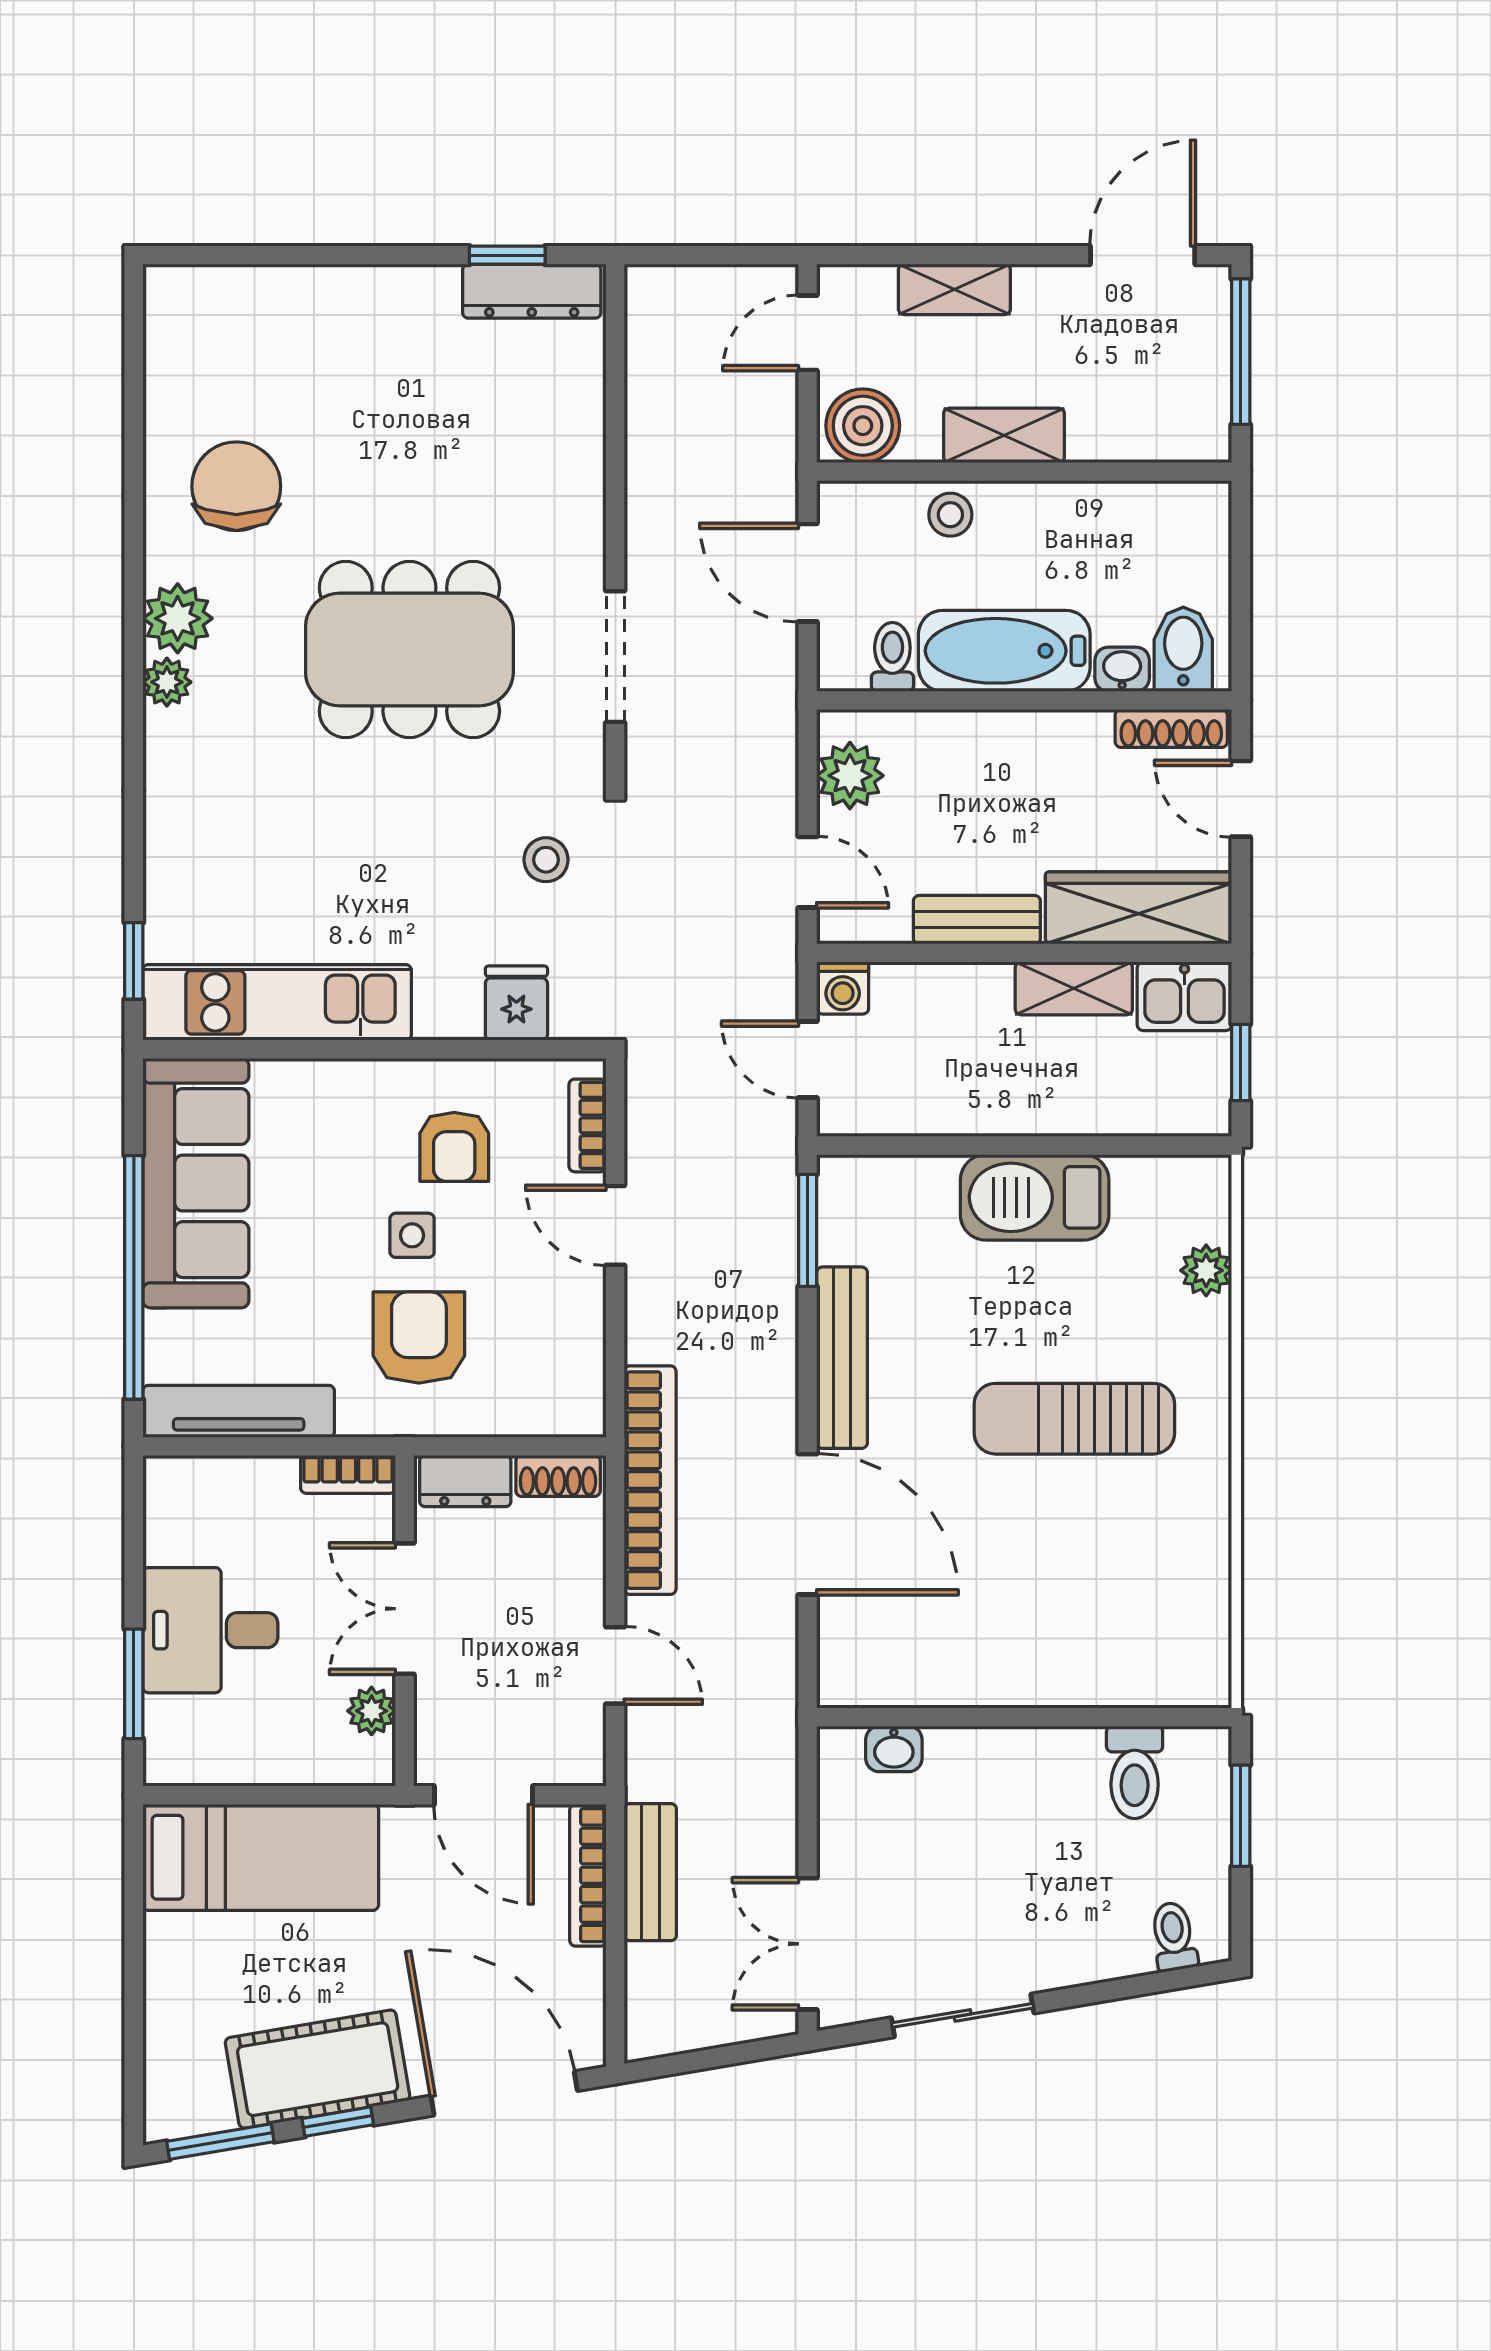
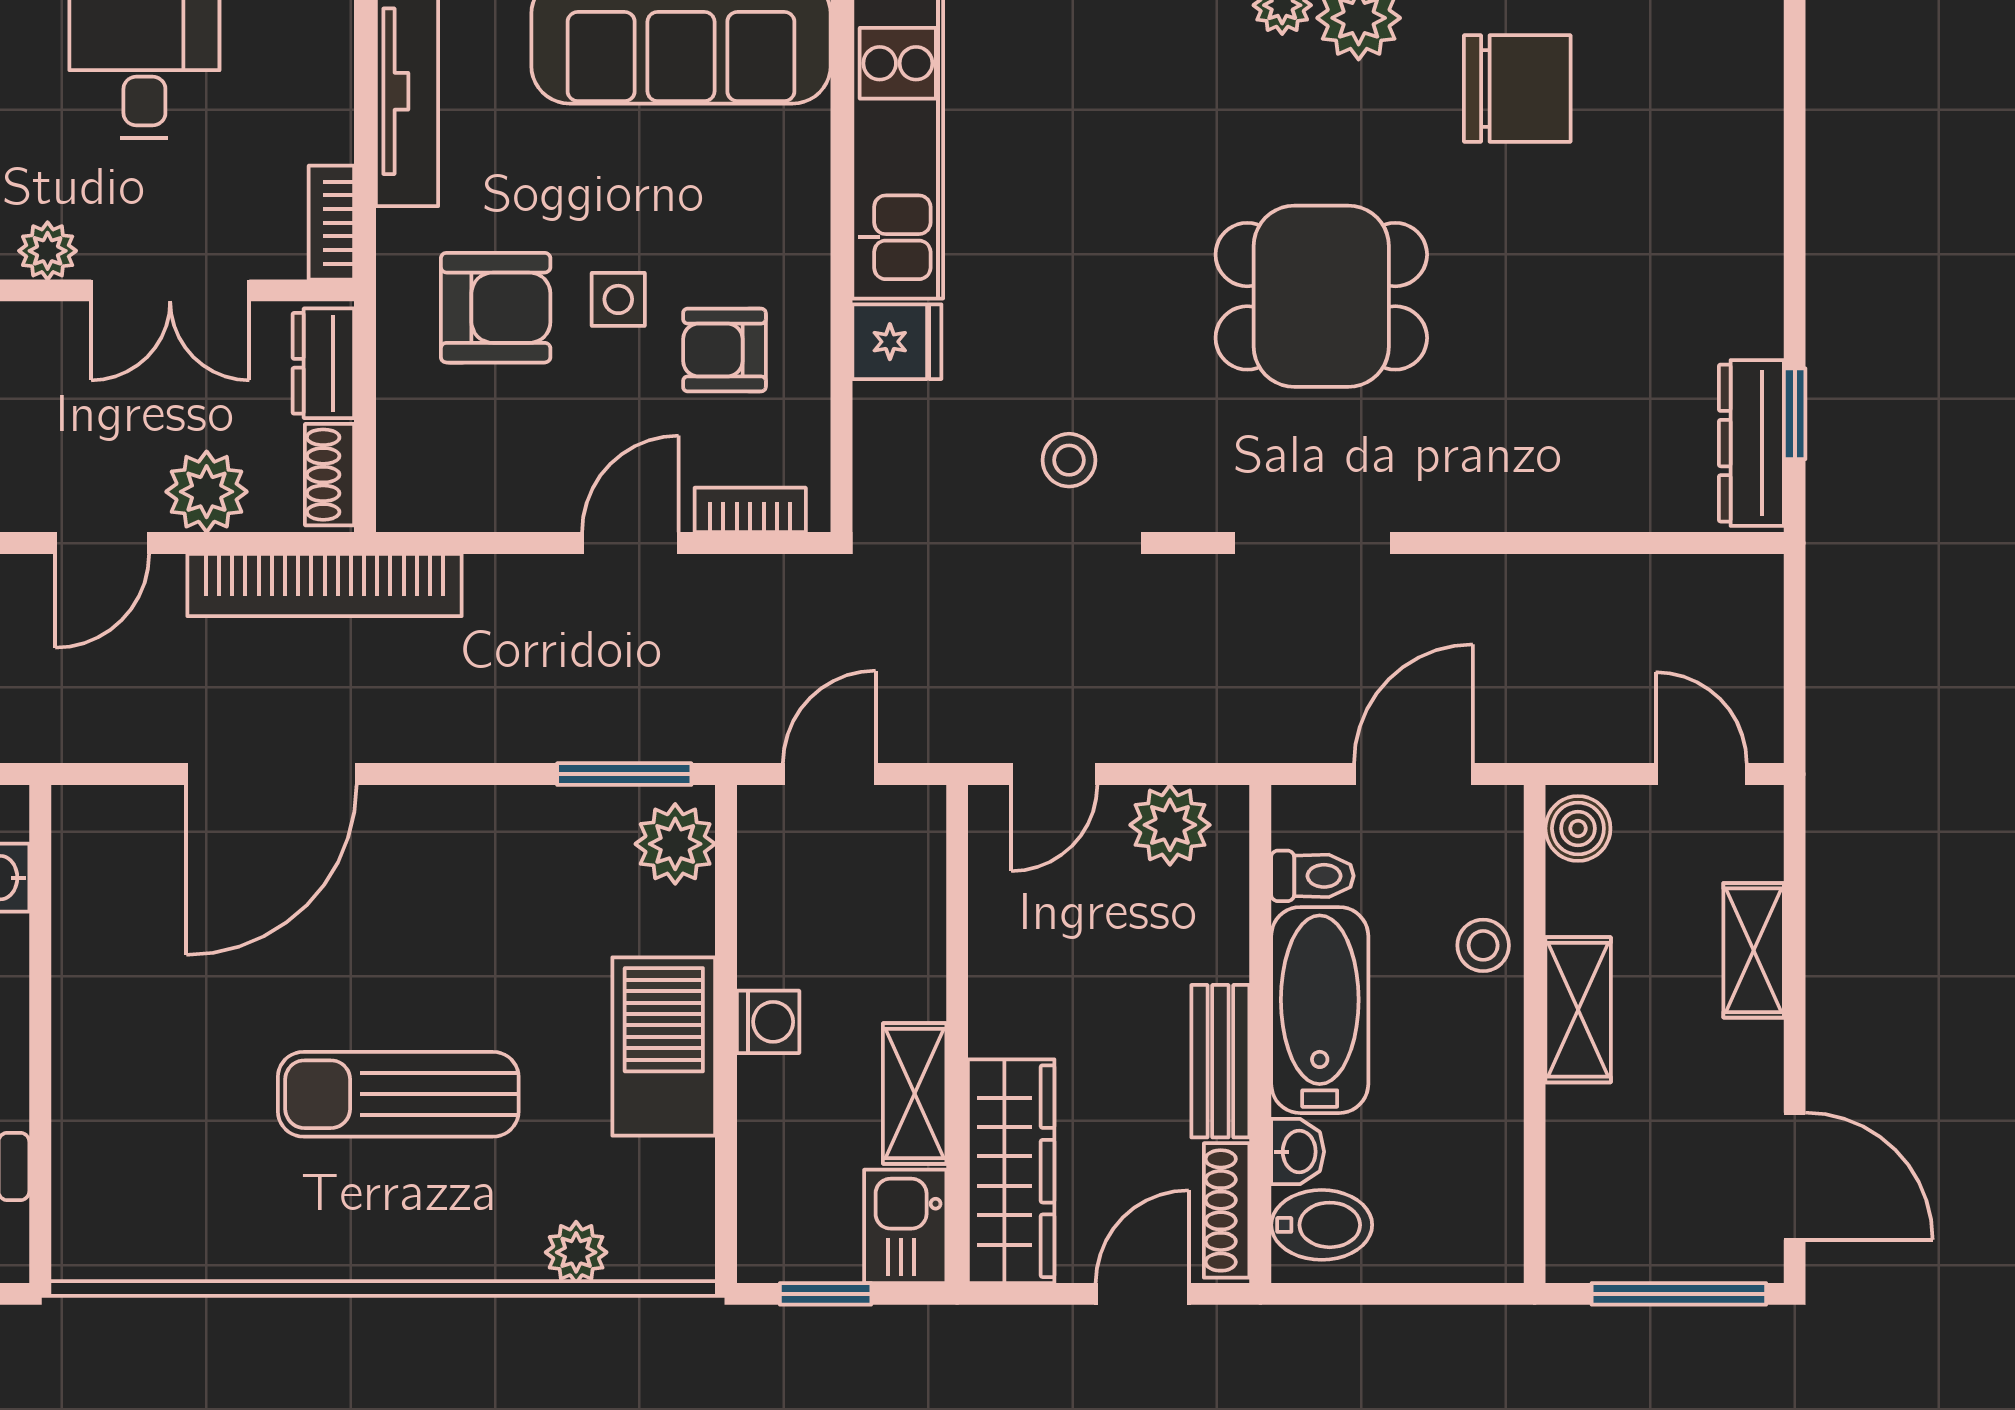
boiler: (863, 426) -> (1578, 828), width x0.73, depth x0.73
dining table: (409, 650) -> (1321, 296), width x0.73
bench: (977, 920) -> (1220, 1061), moved
washing machine: (843, 988) -> (768, 1022), moved, turned 180
fridge: (516, 1003) -> (897, 342), moved
plant: (866, 1188) -> (675, 844), added
bench: (842, 1358) -> (471, 815), removed
sun lounger: (1074, 1419) -> (398, 1094), turned -90
plant: (572, 1578) -> (207, 492), added
double door: (405, 1609) -> (170, 290), swing flipped

